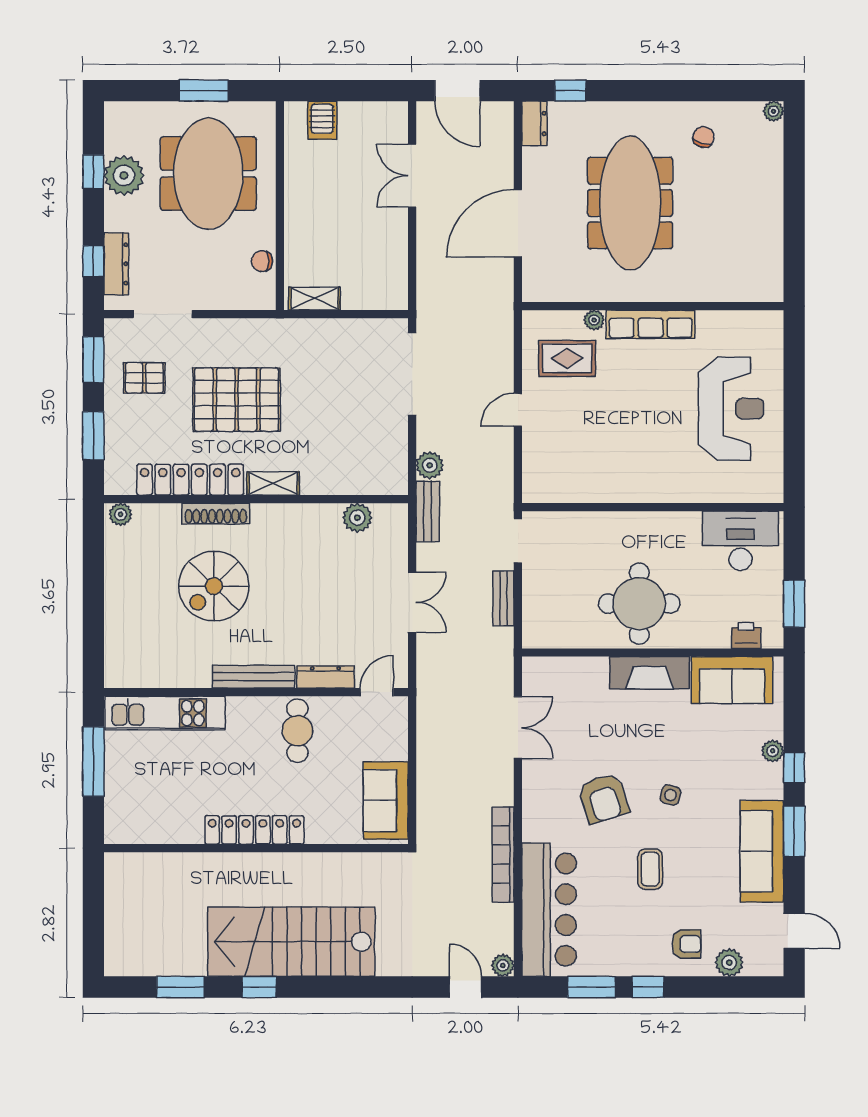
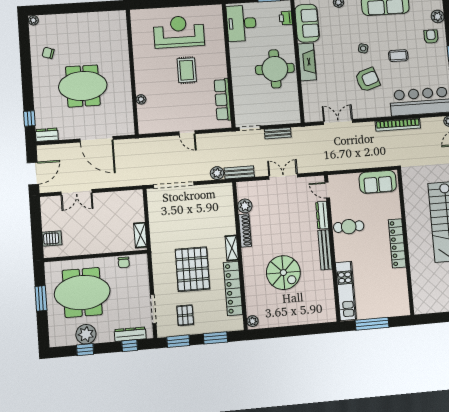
meeting table: (630, 203) -> (83, 86), width x0.73
row of seats: (651, 324) -> (223, 100), moved, turned 180
rug: (567, 358) -> (187, 70), moved
shoe rack: (216, 514) -> (245, 230), moved

